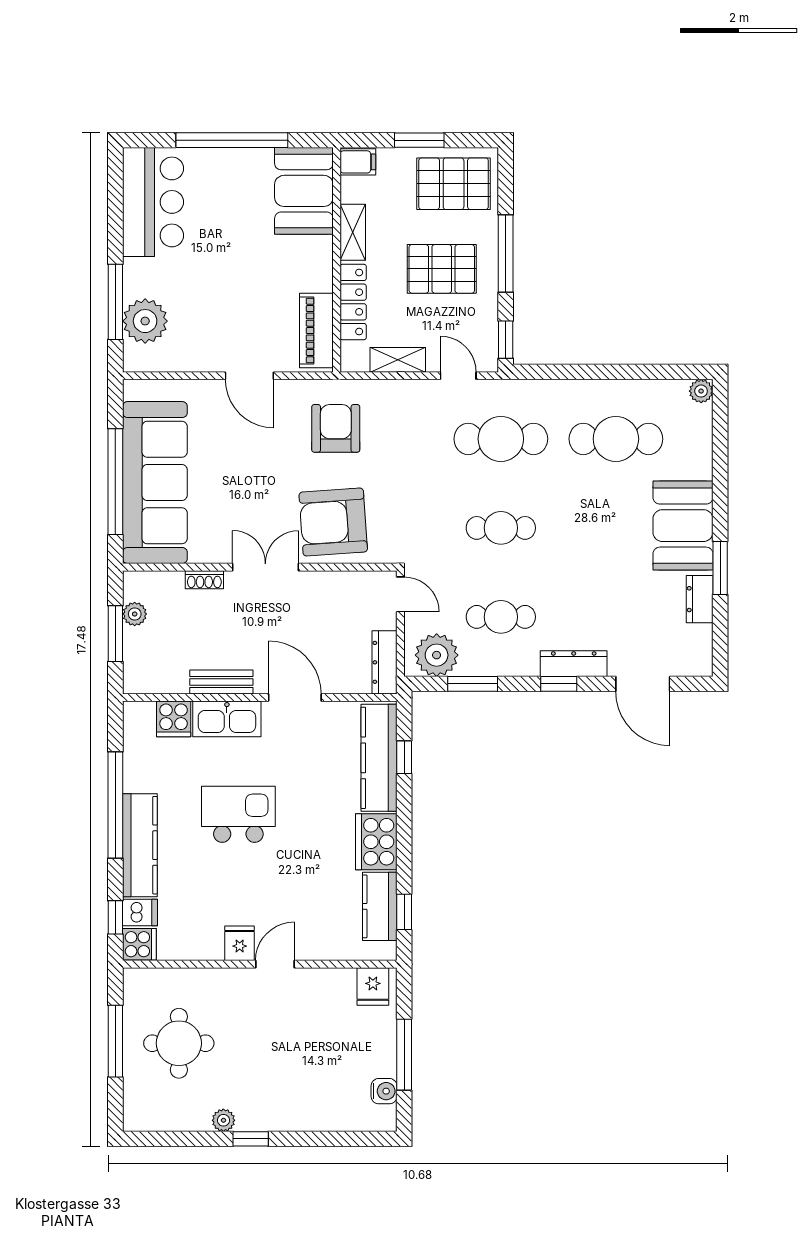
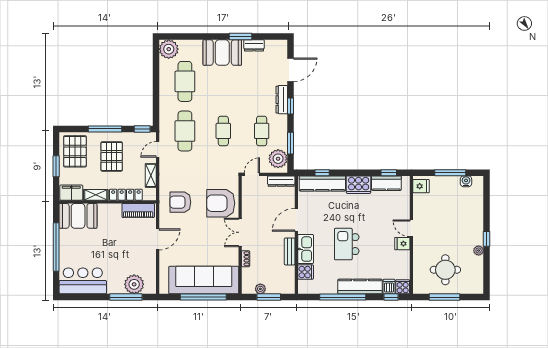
filing cabinet: (358, 162) -> (71, 193), width x2.00
plant: (701, 391) -> (169, 49), width x1.87, depth x1.87
armchair: (333, 522) -> (221, 203), turned 94

